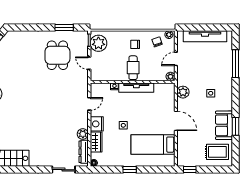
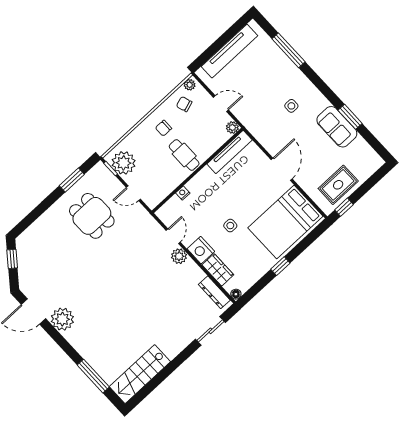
door: (176, 59) -> (221, 104), swing flipped
tv unit: (136, 88) -> (230, 152), moved
plant: (183, 92) -> (261, 132), removed
door: (176, 121) -> (282, 169), hinge flipped
plant: (83, 134) -> (179, 256), moved
bed: (153, 145) -> (285, 222), width x1.50
rug: (217, 152) -> (338, 185), moved

